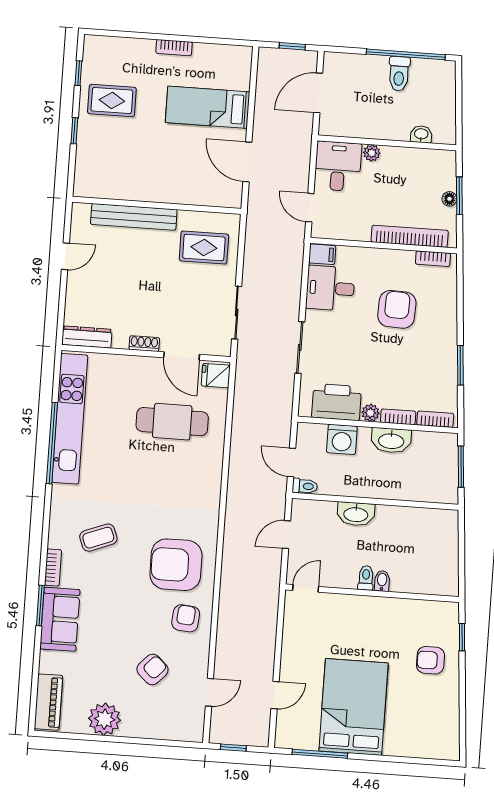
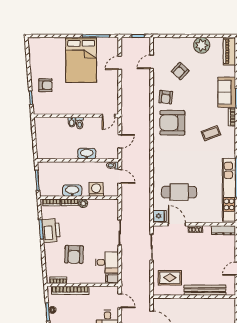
printer: (337, 402) -> (51, 230), moved, turned -94
armchair: (176, 565) -> (172, 123), turned 180

